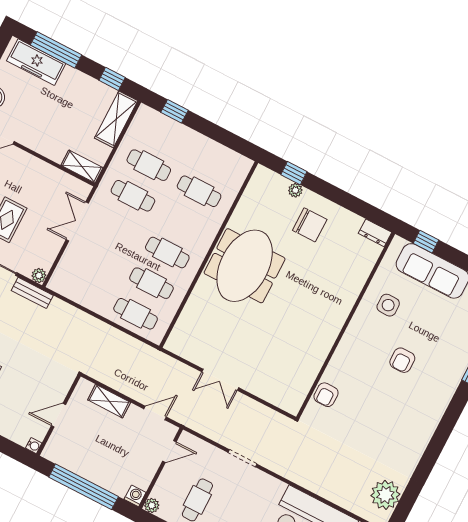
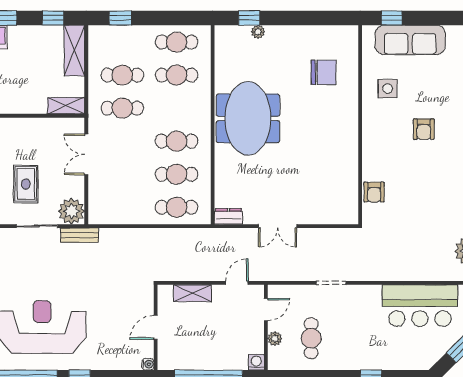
cafe table: (215, 161) -> (177, 42), added
chair: (310, 225) -> (324, 72), moved
dresser: (375, 233) -> (228, 216), moved, turned 180
plant: (39, 275) -> (71, 211), width x1.87, depth x1.87
plant: (152, 505) -> (275, 339), moved

